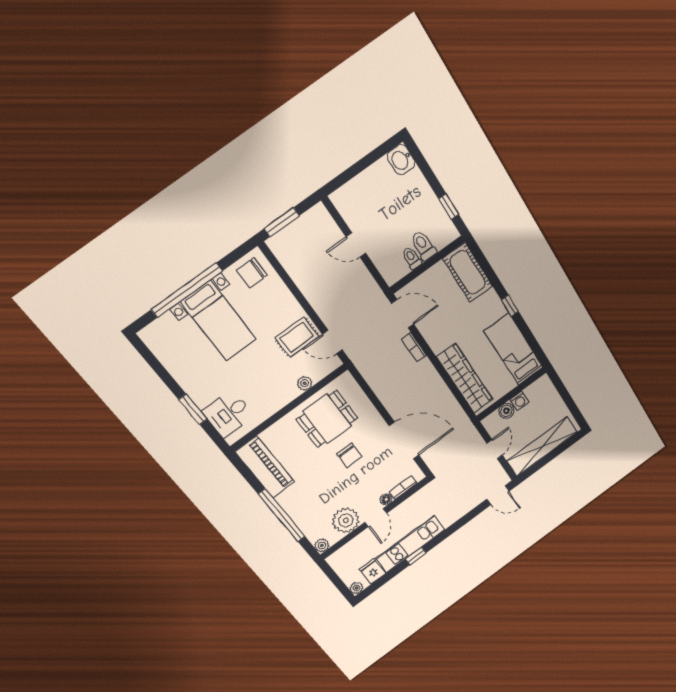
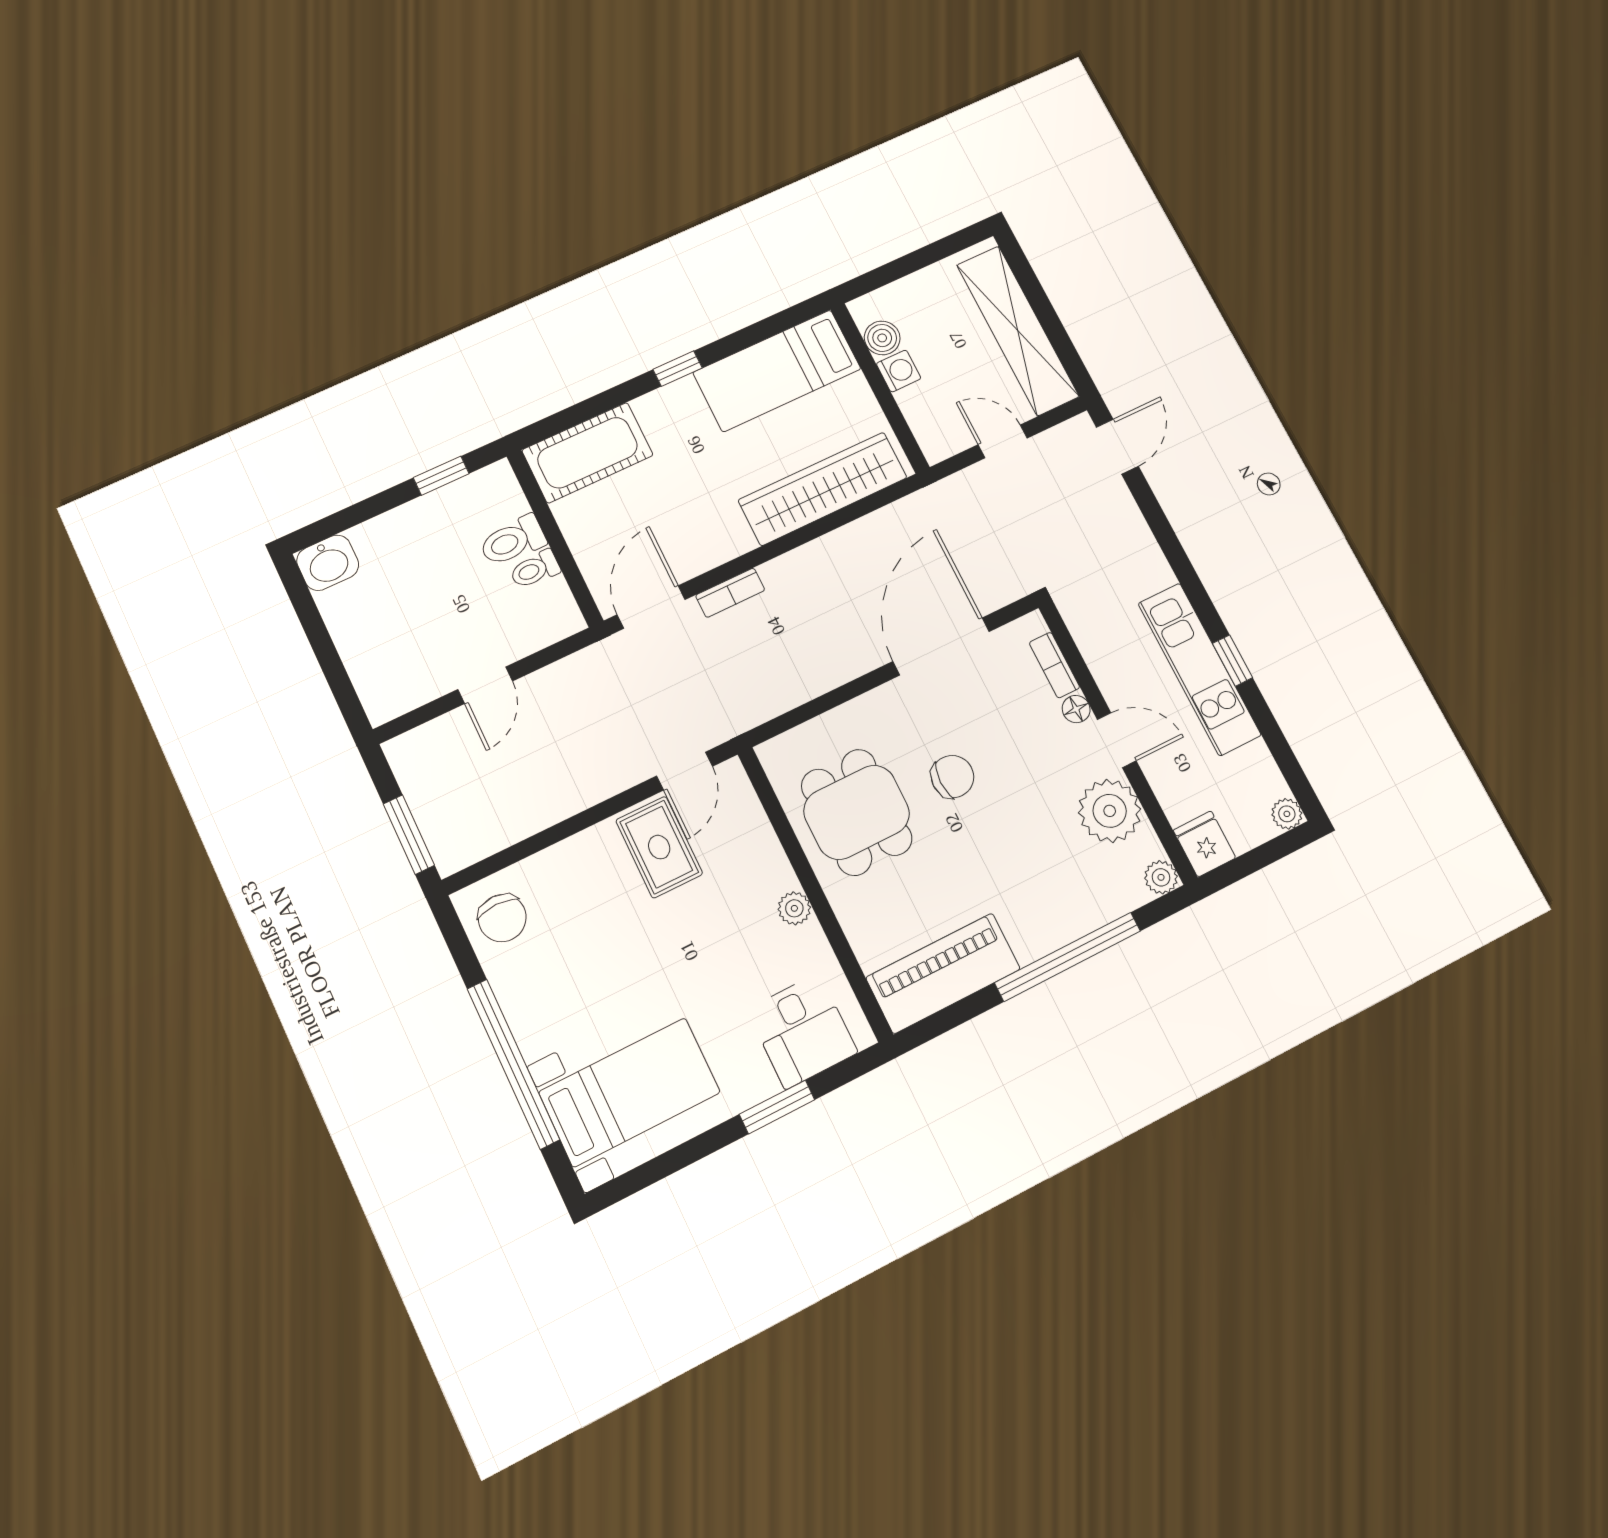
bed with nightstands: (219, 321) -> (630, 1092), moved
plant: (305, 383) -> (794, 908), moved
boiler: (506, 411) -> (882, 338), moved
fridge: (372, 571) -> (1204, 844), moved, turned 90

